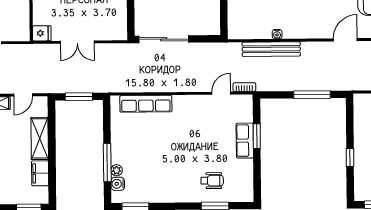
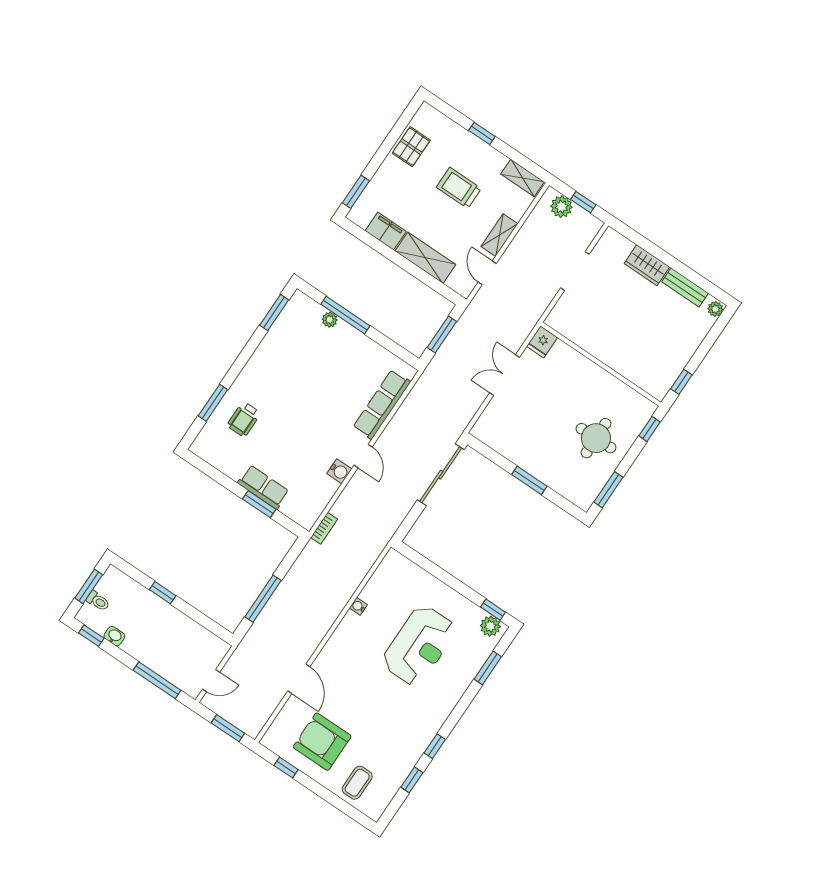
bench: (271, 49) -> (346, 588), removed
door: (221, 93) -> (363, 456), moved
water cooler: (118, 184) -> (339, 471), moved, turned 90

